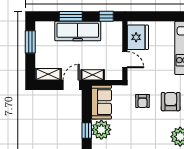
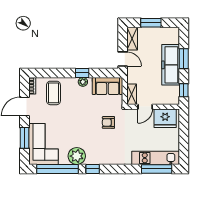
window: (30, 42) -> (151, 23), moved
shelving: (93, 75) -> (132, 94), moved
armchair: (171, 102) -> (108, 147), removed
plant: (101, 130) -> (83, 82), width x0.53, depth x0.53

